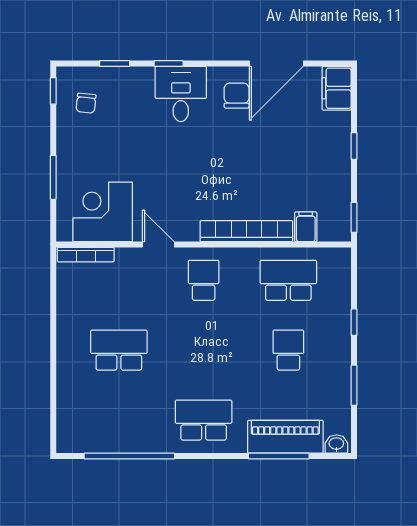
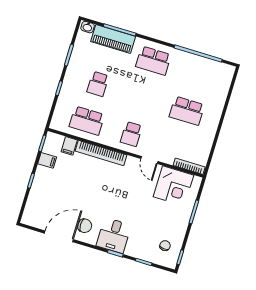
filing cabinet: (337, 88) -> (47, 160), moved, width x0.50
chair: (237, 96) -> (85, 226), turned -90

